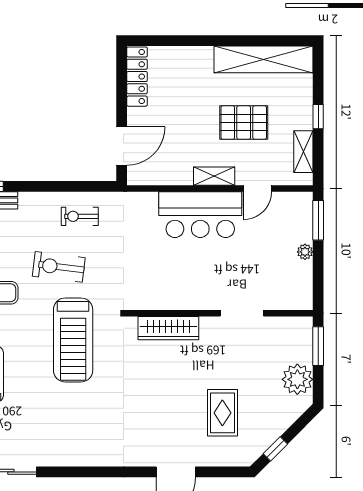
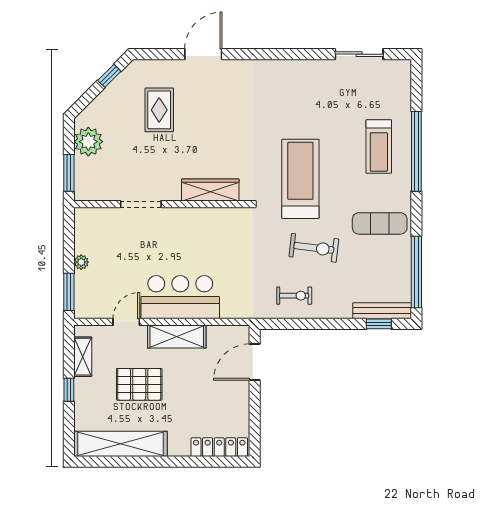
locker: (137, 77) -> (219, 447), moved, turned 90
shelving: (214, 176) -> (177, 337), width x1.50, depth x1.33

